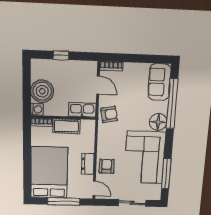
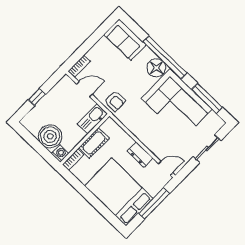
window: (172, 104) -> (165, 57), moved
armchair: (109, 114) -> (115, 101), turned 101
armchair: (107, 166) -> (156, 141), removed

